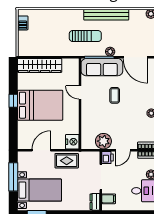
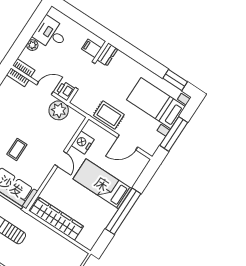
wardrobe: (40, 65) -> (57, 219), moved
door: (80, 93) -> (61, 159), moved
window: (13, 101) -> (123, 211), width x3.17
bed: (40, 105) -> (102, 184), width x0.67
nightstand: (72, 142) -> (83, 142), moved

